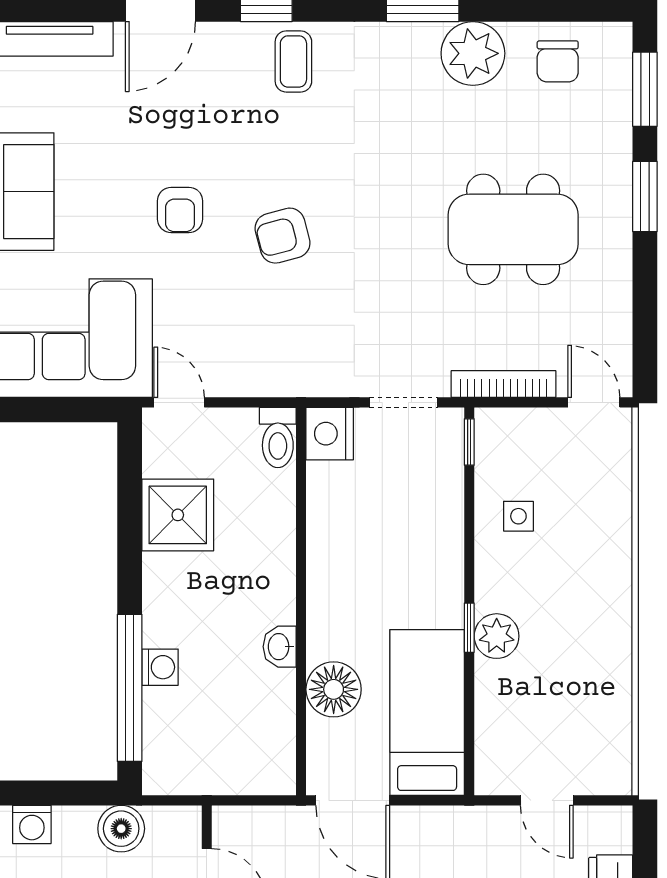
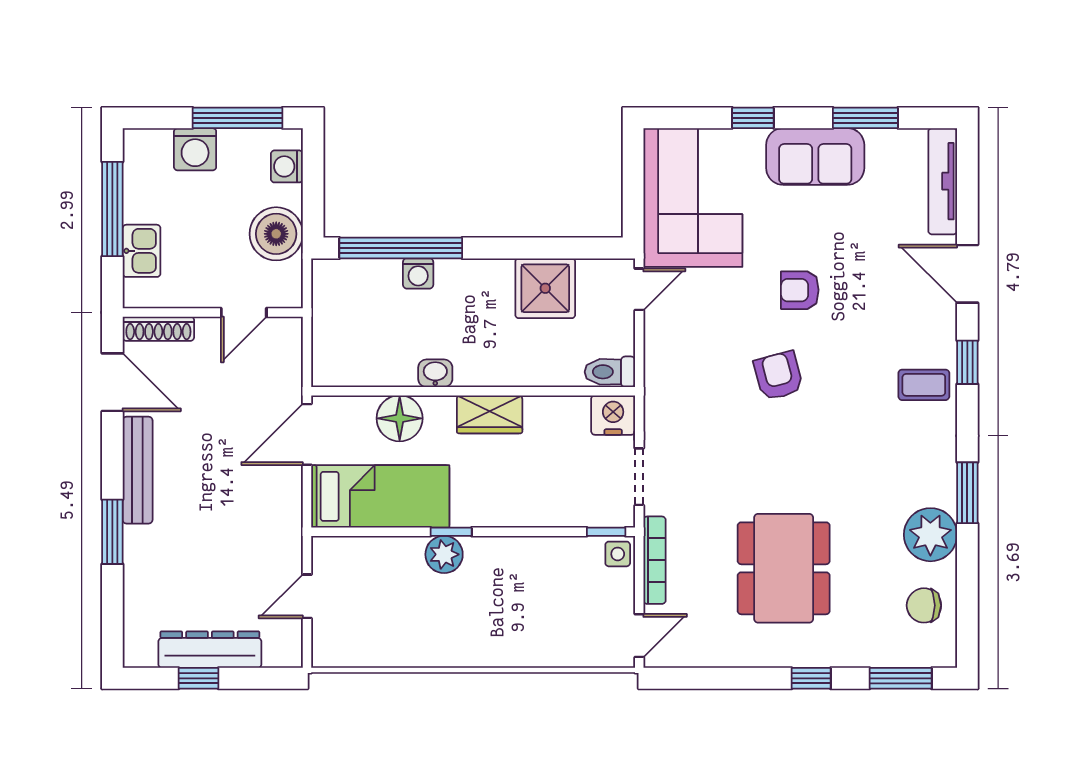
window: (645, 196) -> (811, 678), width x0.67
side table: (518, 516) -> (618, 554), moved
wardrobe: (329, 582) -> (490, 414), added
boiler: (121, 829) -> (276, 234), width x1.37, depth x1.37

